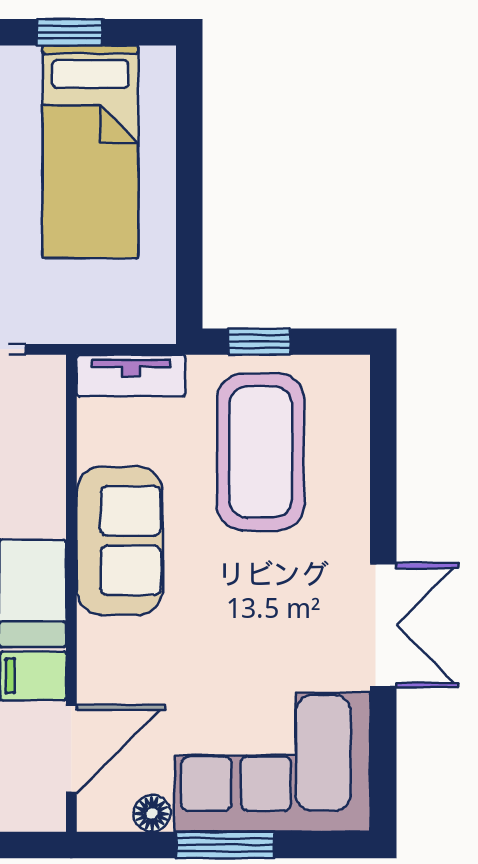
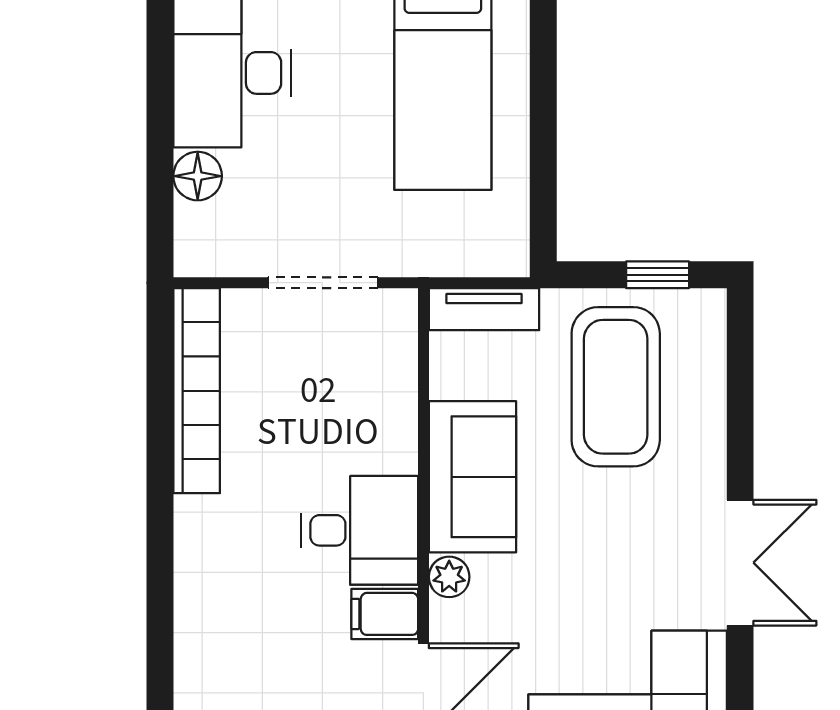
window: (259, 342) -> (658, 275), moved
plant: (97, 639) -> (449, 577), added

